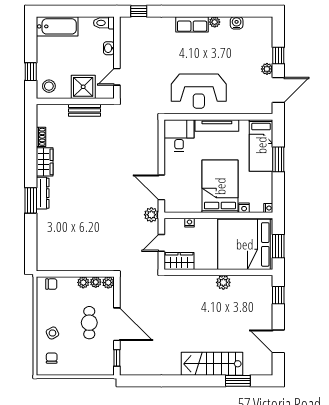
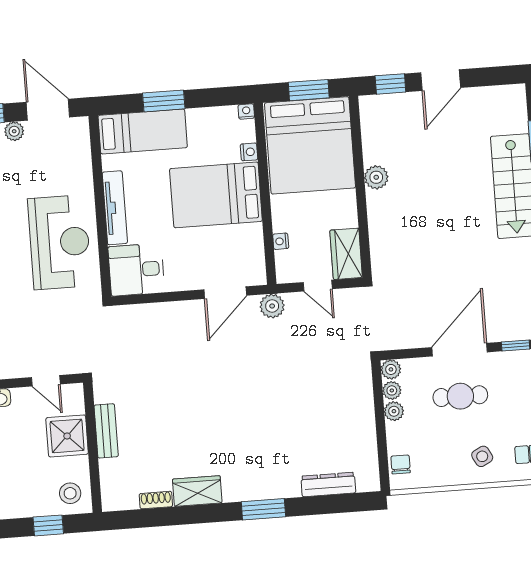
dresser: (43, 193) -> (328, 485), moved
door: (278, 341) -> (441, 80), moved

